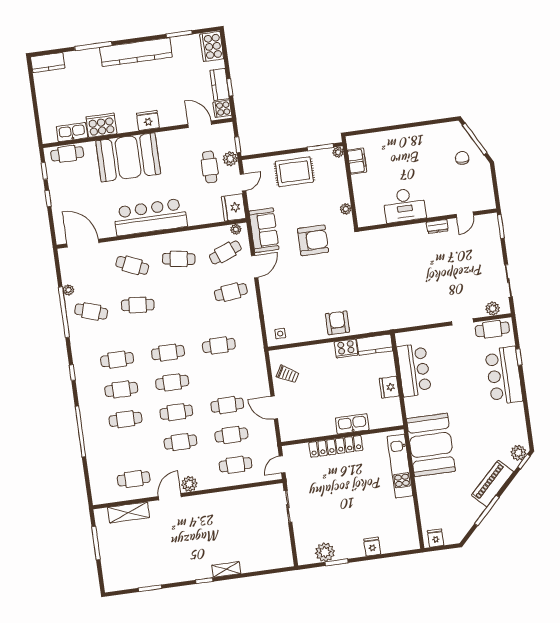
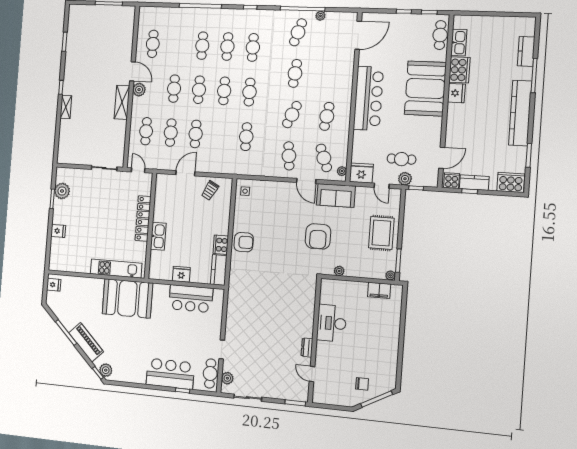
kitchen counter: (48, 63) -> (526, 51), moved
fridge: (148, 120) -> (456, 93), moved
cafe table: (132, 265) -> (292, 115), moved
shelving: (129, 512) -> (122, 102), moved

